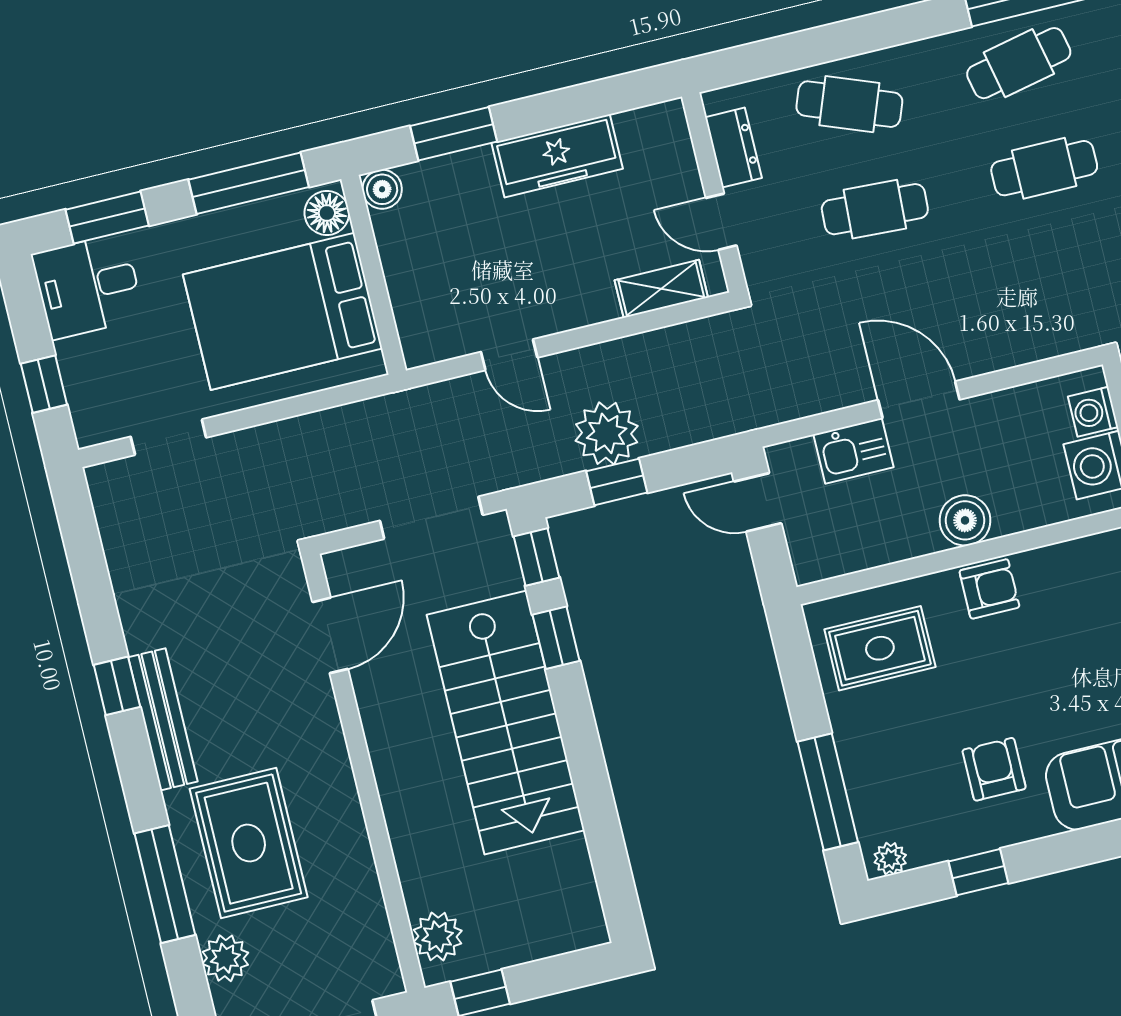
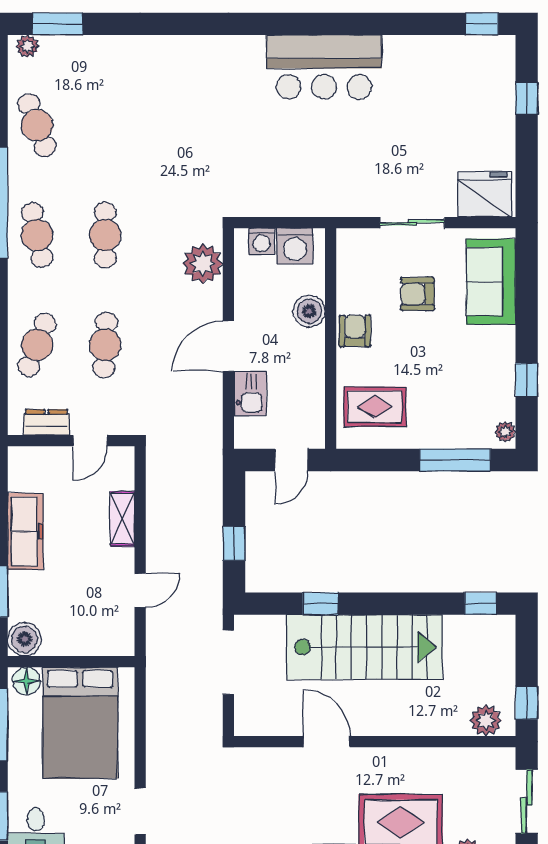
boiler: (382, 189) -> (25, 639), width x1.36, depth x1.36
shelving: (661, 289) -> (122, 519), moved
plant: (607, 433) -> (203, 264), moved
door: (758, 502) -> (291, 460), moved
boiler: (965, 520) -> (309, 311), moved
window: (536, 557) -> (481, 604), moved
door: (330, 635) -> (327, 742), moved
rug: (880, 648) -> (375, 407), turned 90
armchair: (994, 769) -> (417, 294), moved

